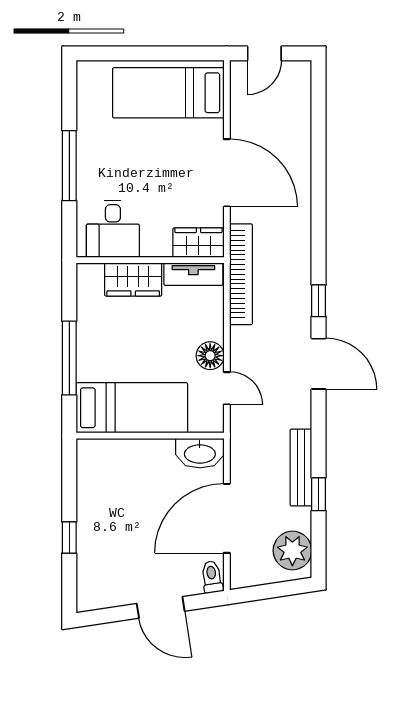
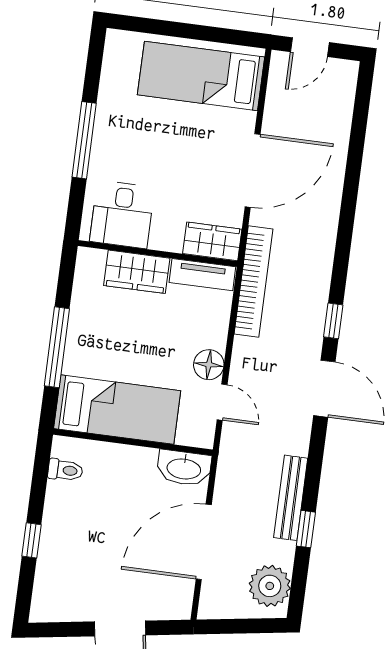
door: (227, 173) -> (253, 170), hinge flipped
toilet: (212, 577) -> (65, 470), moved, turned 99

